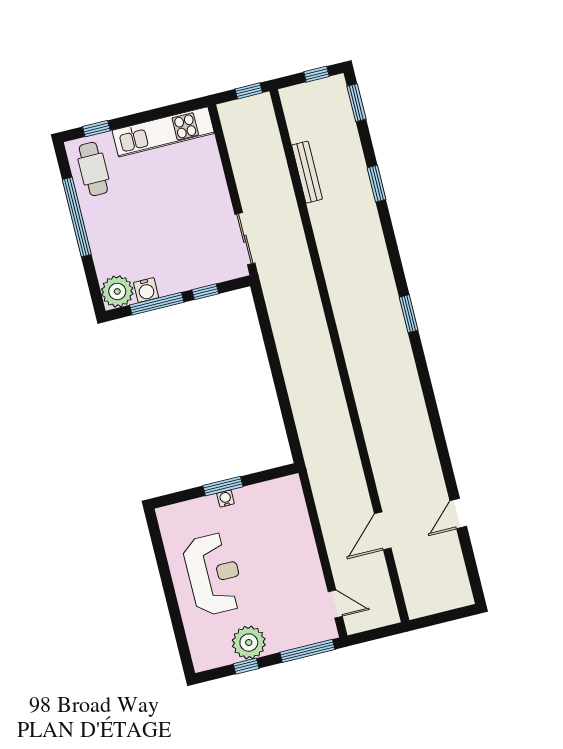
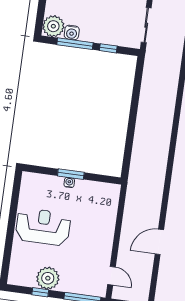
reception desk: (214, 574) -> (43, 227), turned -90

